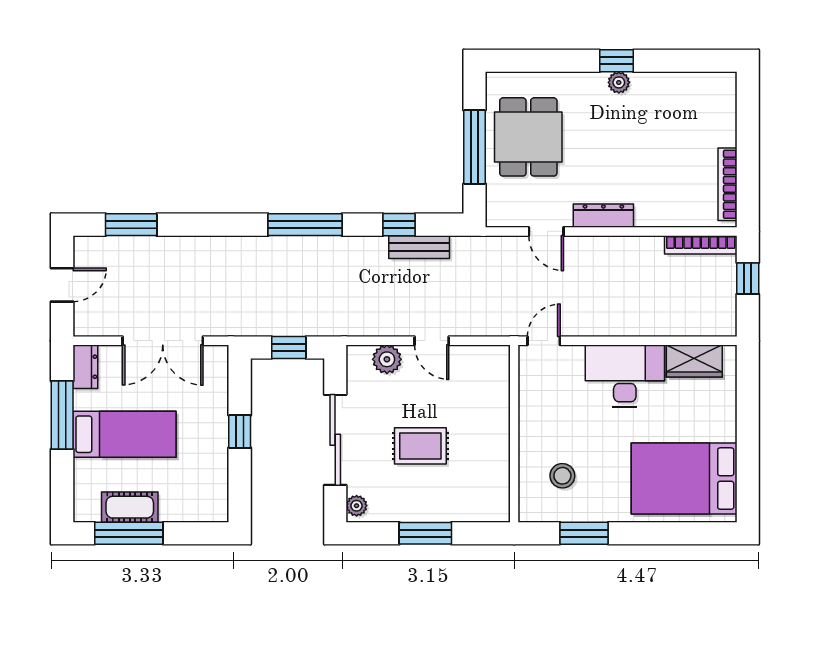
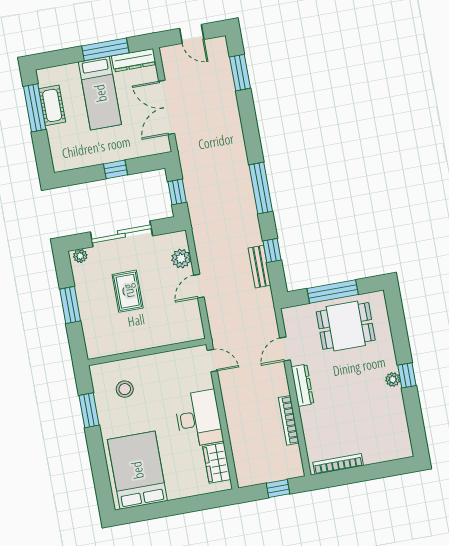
bookcase: (701, 245) -> (289, 420), moved
dresser: (85, 367) -> (134, 60), width x1.44

